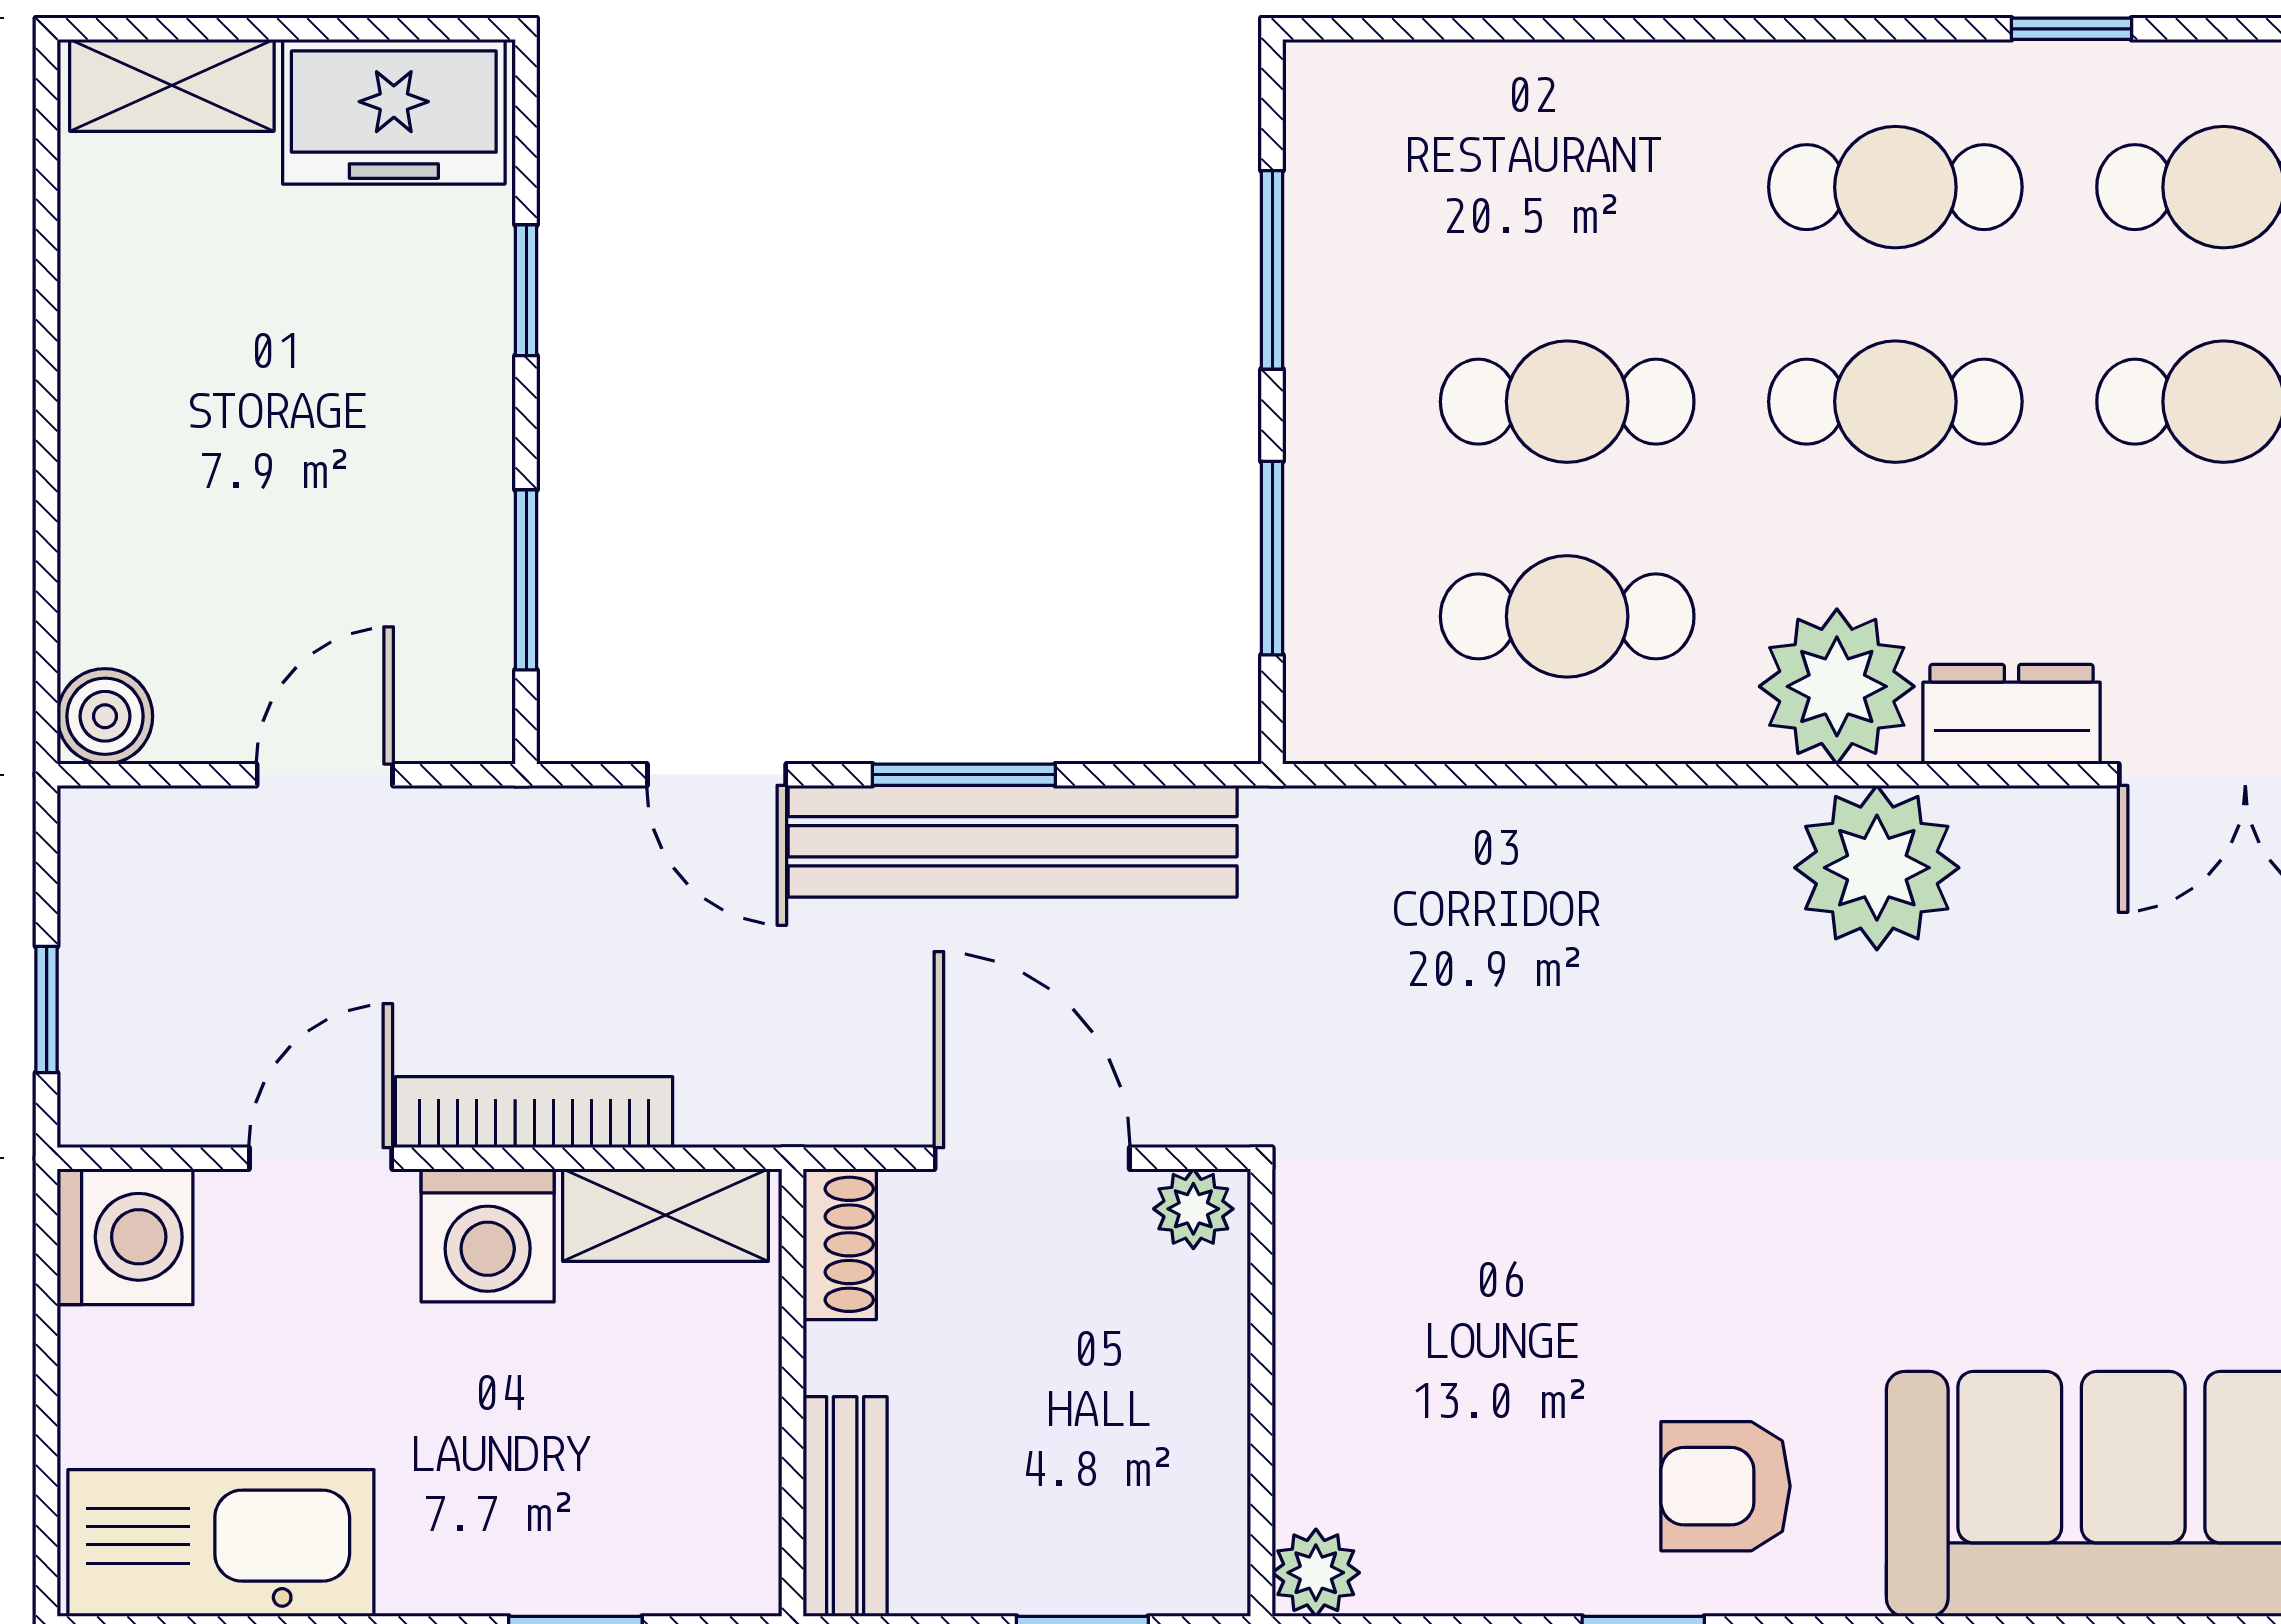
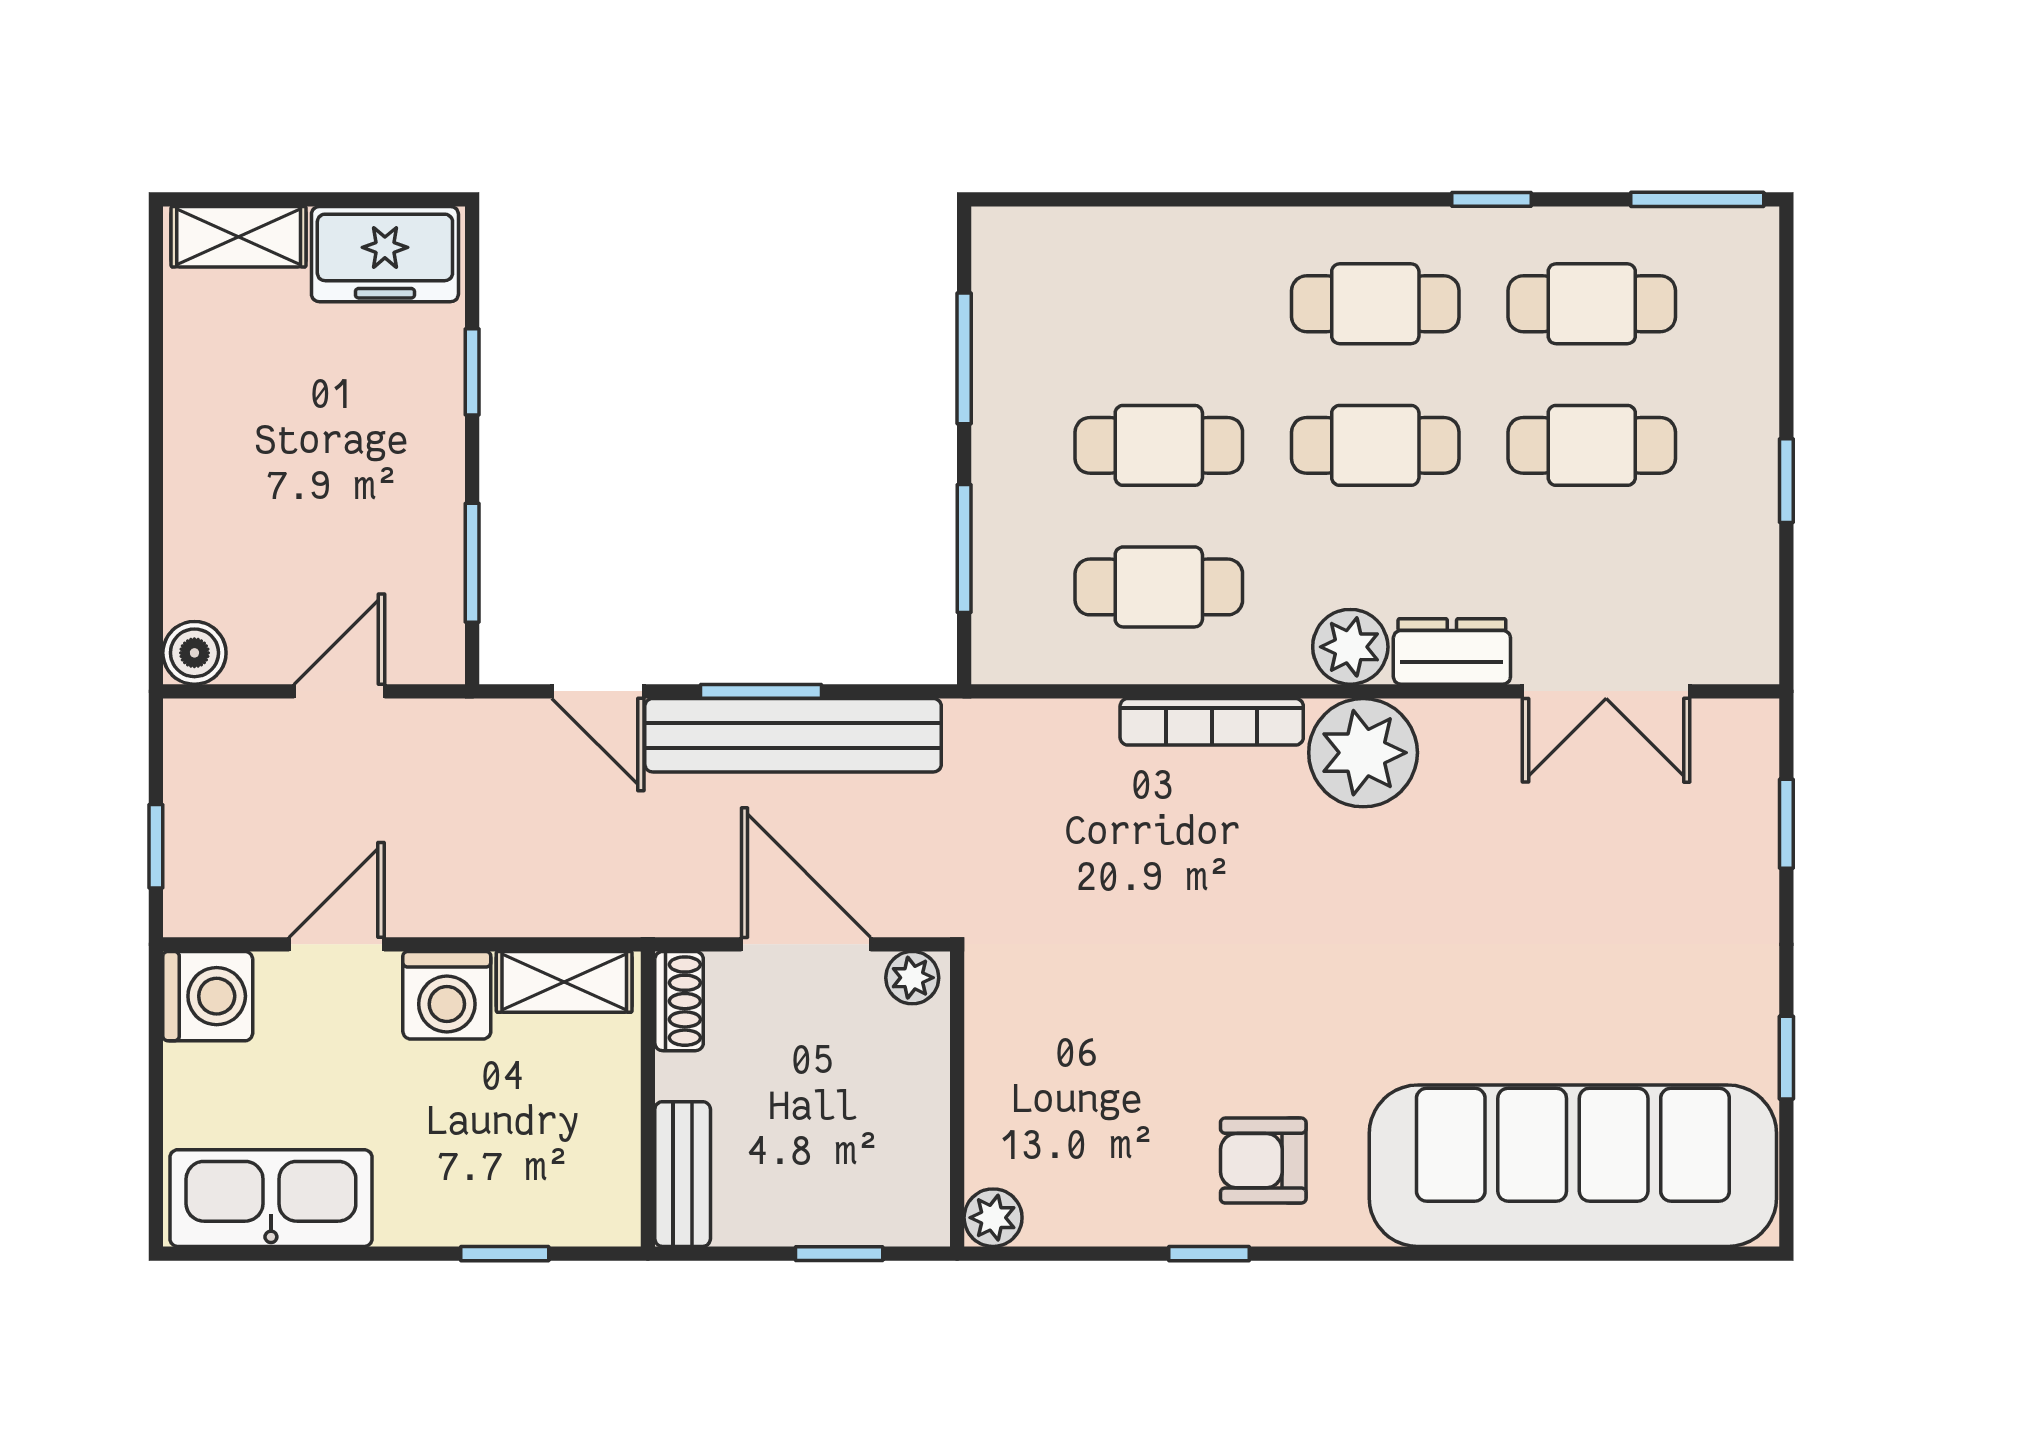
plant: (1837, 686) -> (1350, 647), width x0.73, depth x0.73
bookcase: (534, 1112) -> (1212, 722), moved, turned 180

